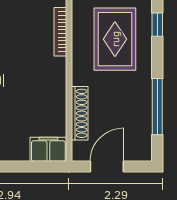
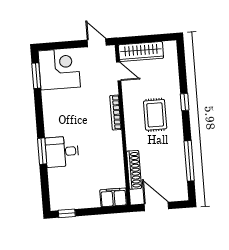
rug: (115, 39) -> (155, 115), width x0.73, depth x0.70
door: (107, 167) -> (156, 206), hinge flipped

